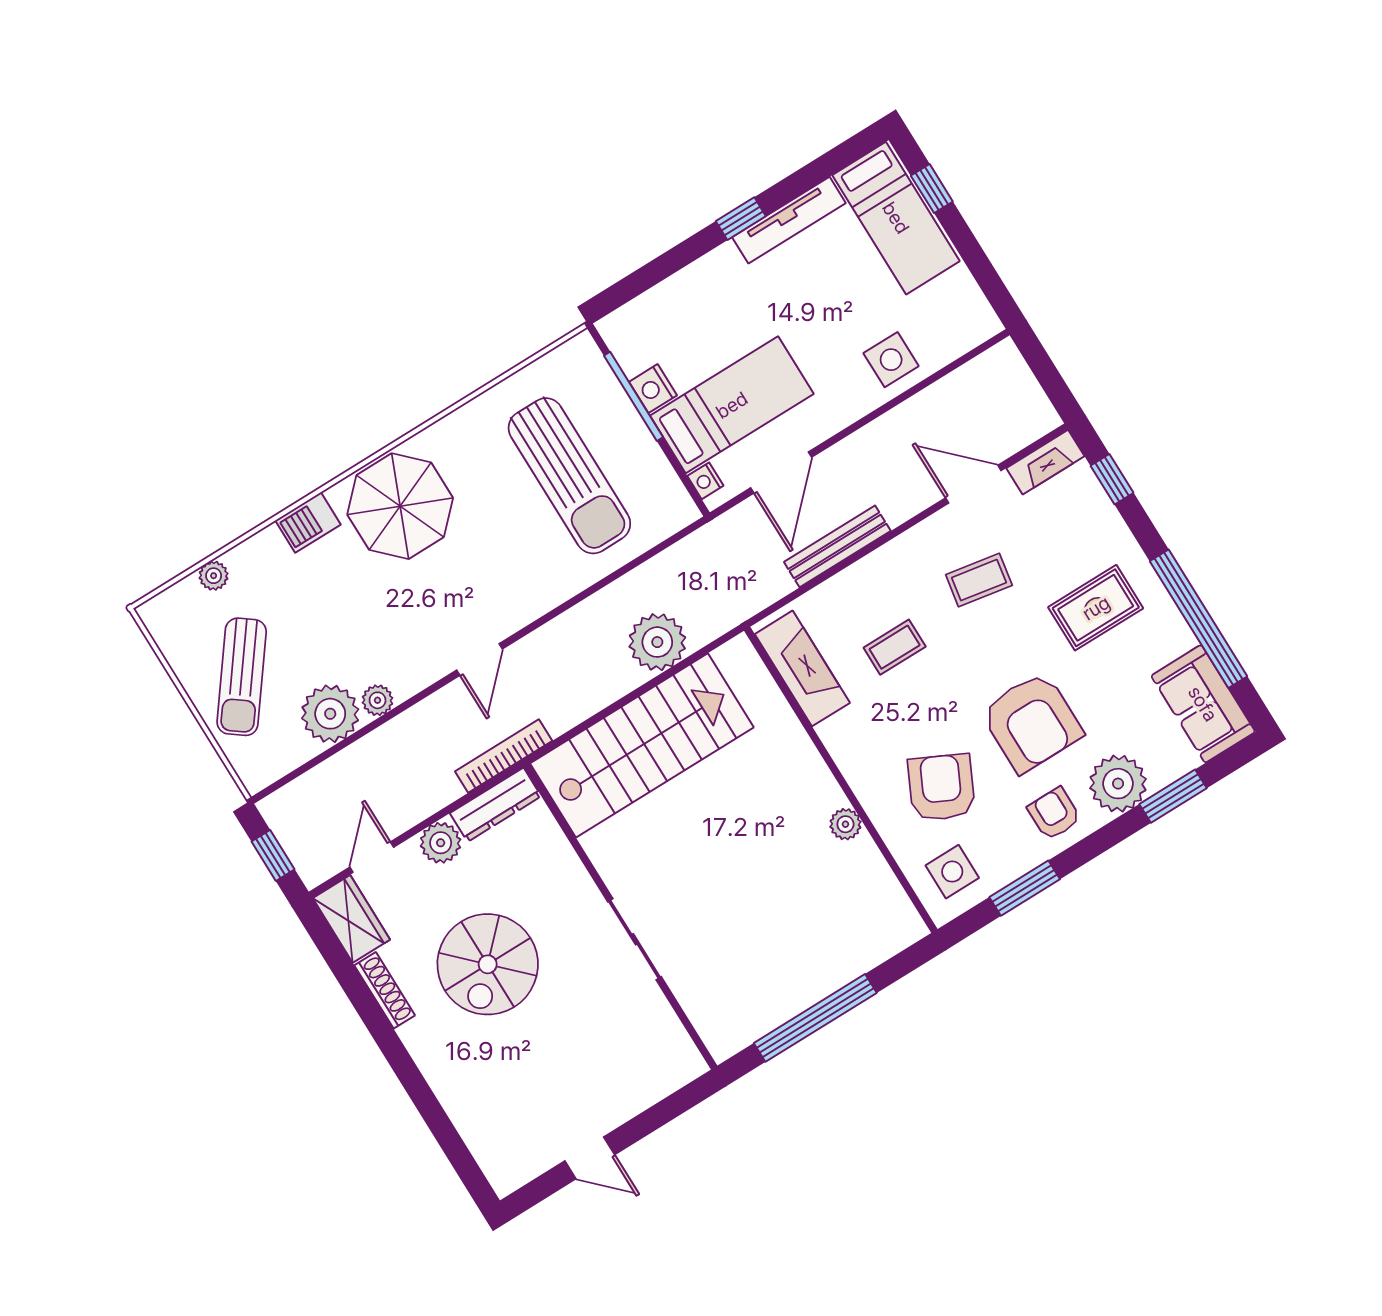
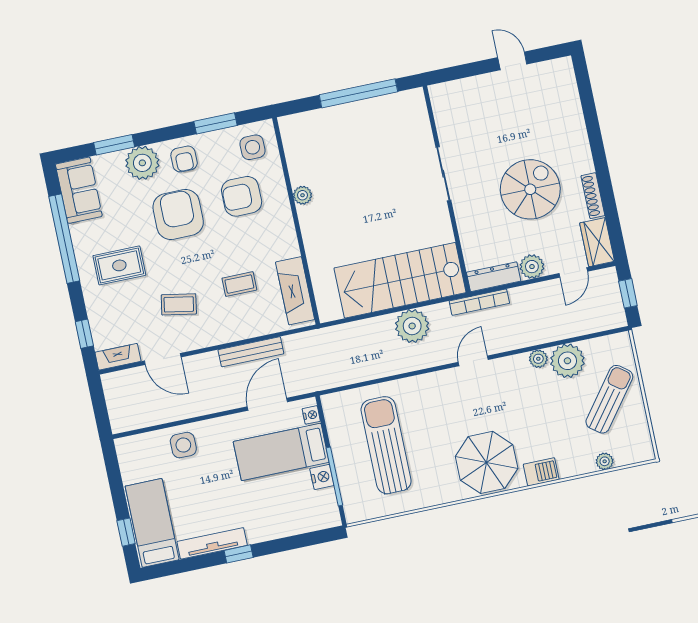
plant: (657, 642) -> (412, 326), moved
armchair: (941, 788) -> (242, 196), turned 64

